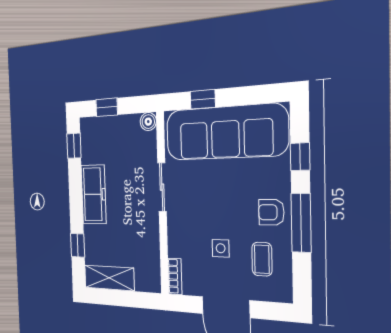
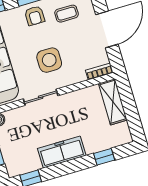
side table: (221, 248) -> (49, 60), moved, width x1.87, depth x1.87
shelving: (109, 278) -> (113, 102), moved

